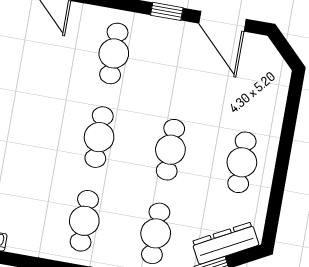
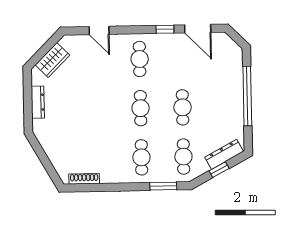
window: (284, 152) -> (247, 96), added
cafe table: (242, 162) -> (224, 107), removed

